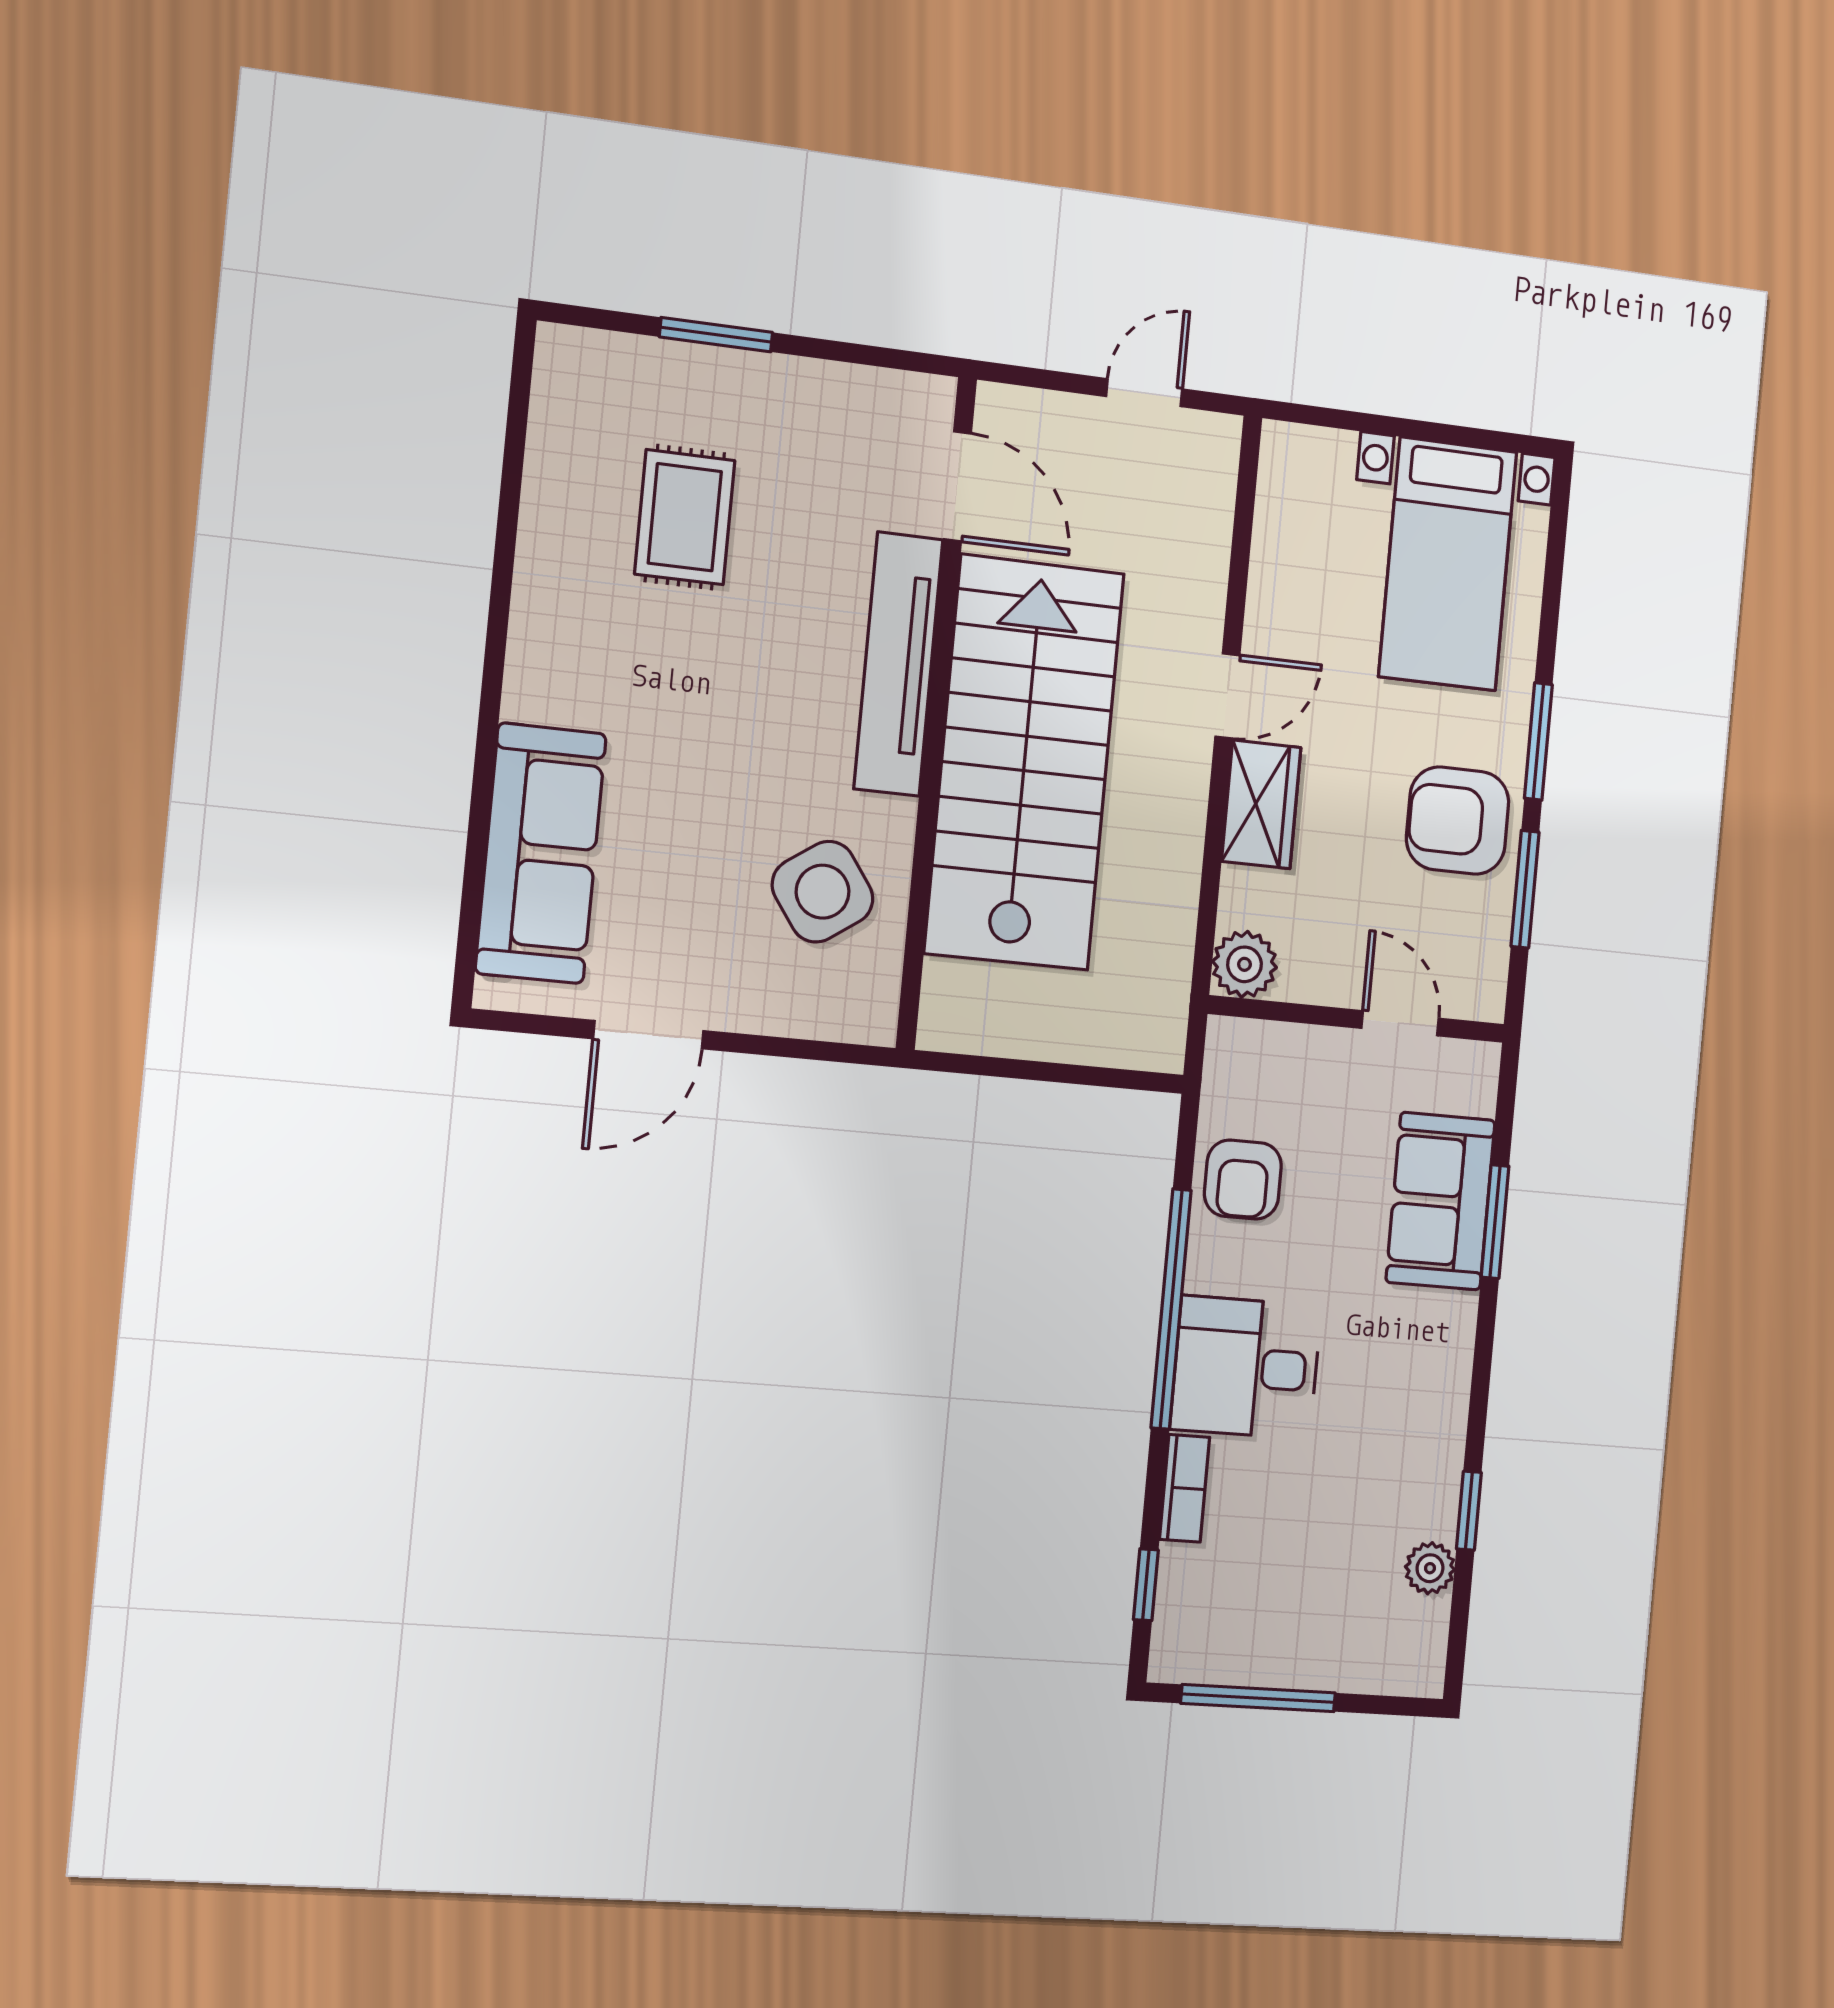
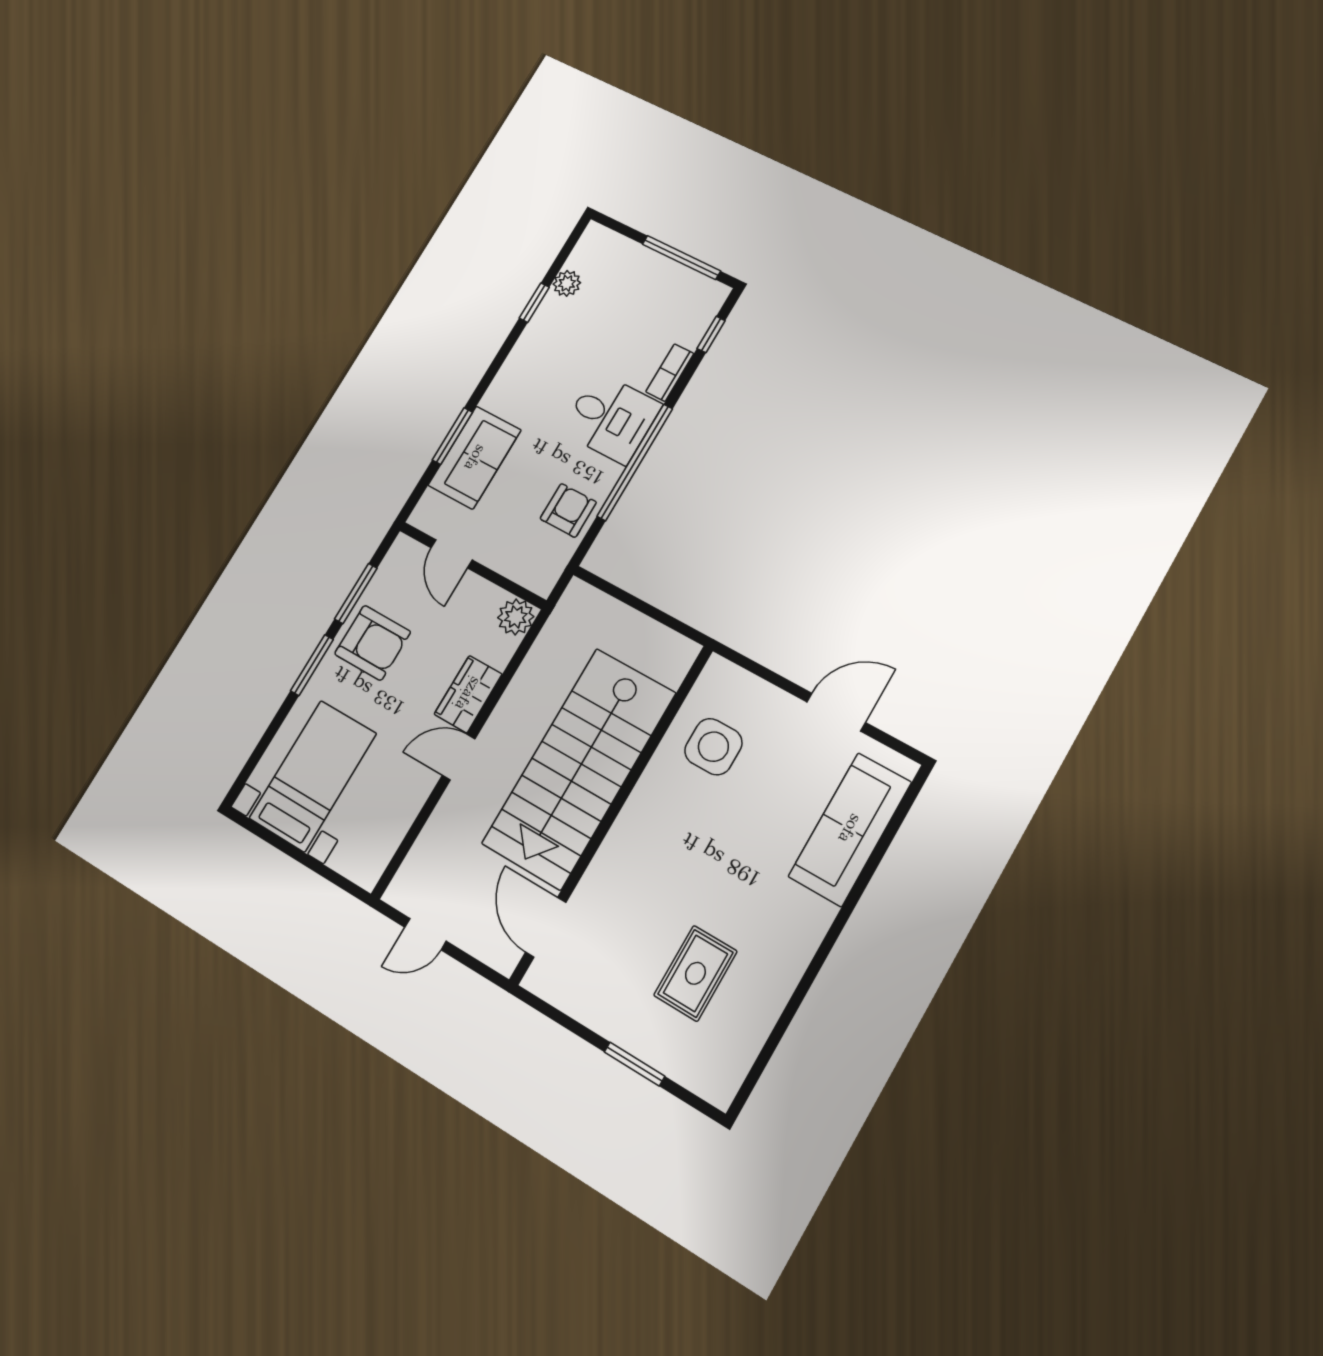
tv unit: (898, 664) -> (620, 847), removed
side table: (823, 892) -> (713, 747), turned 35

